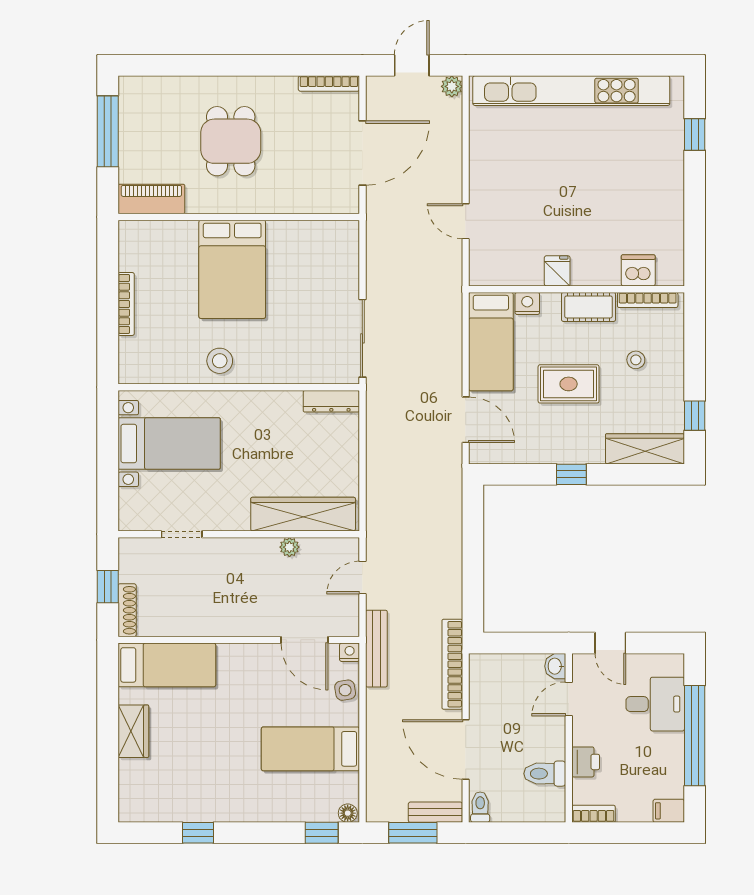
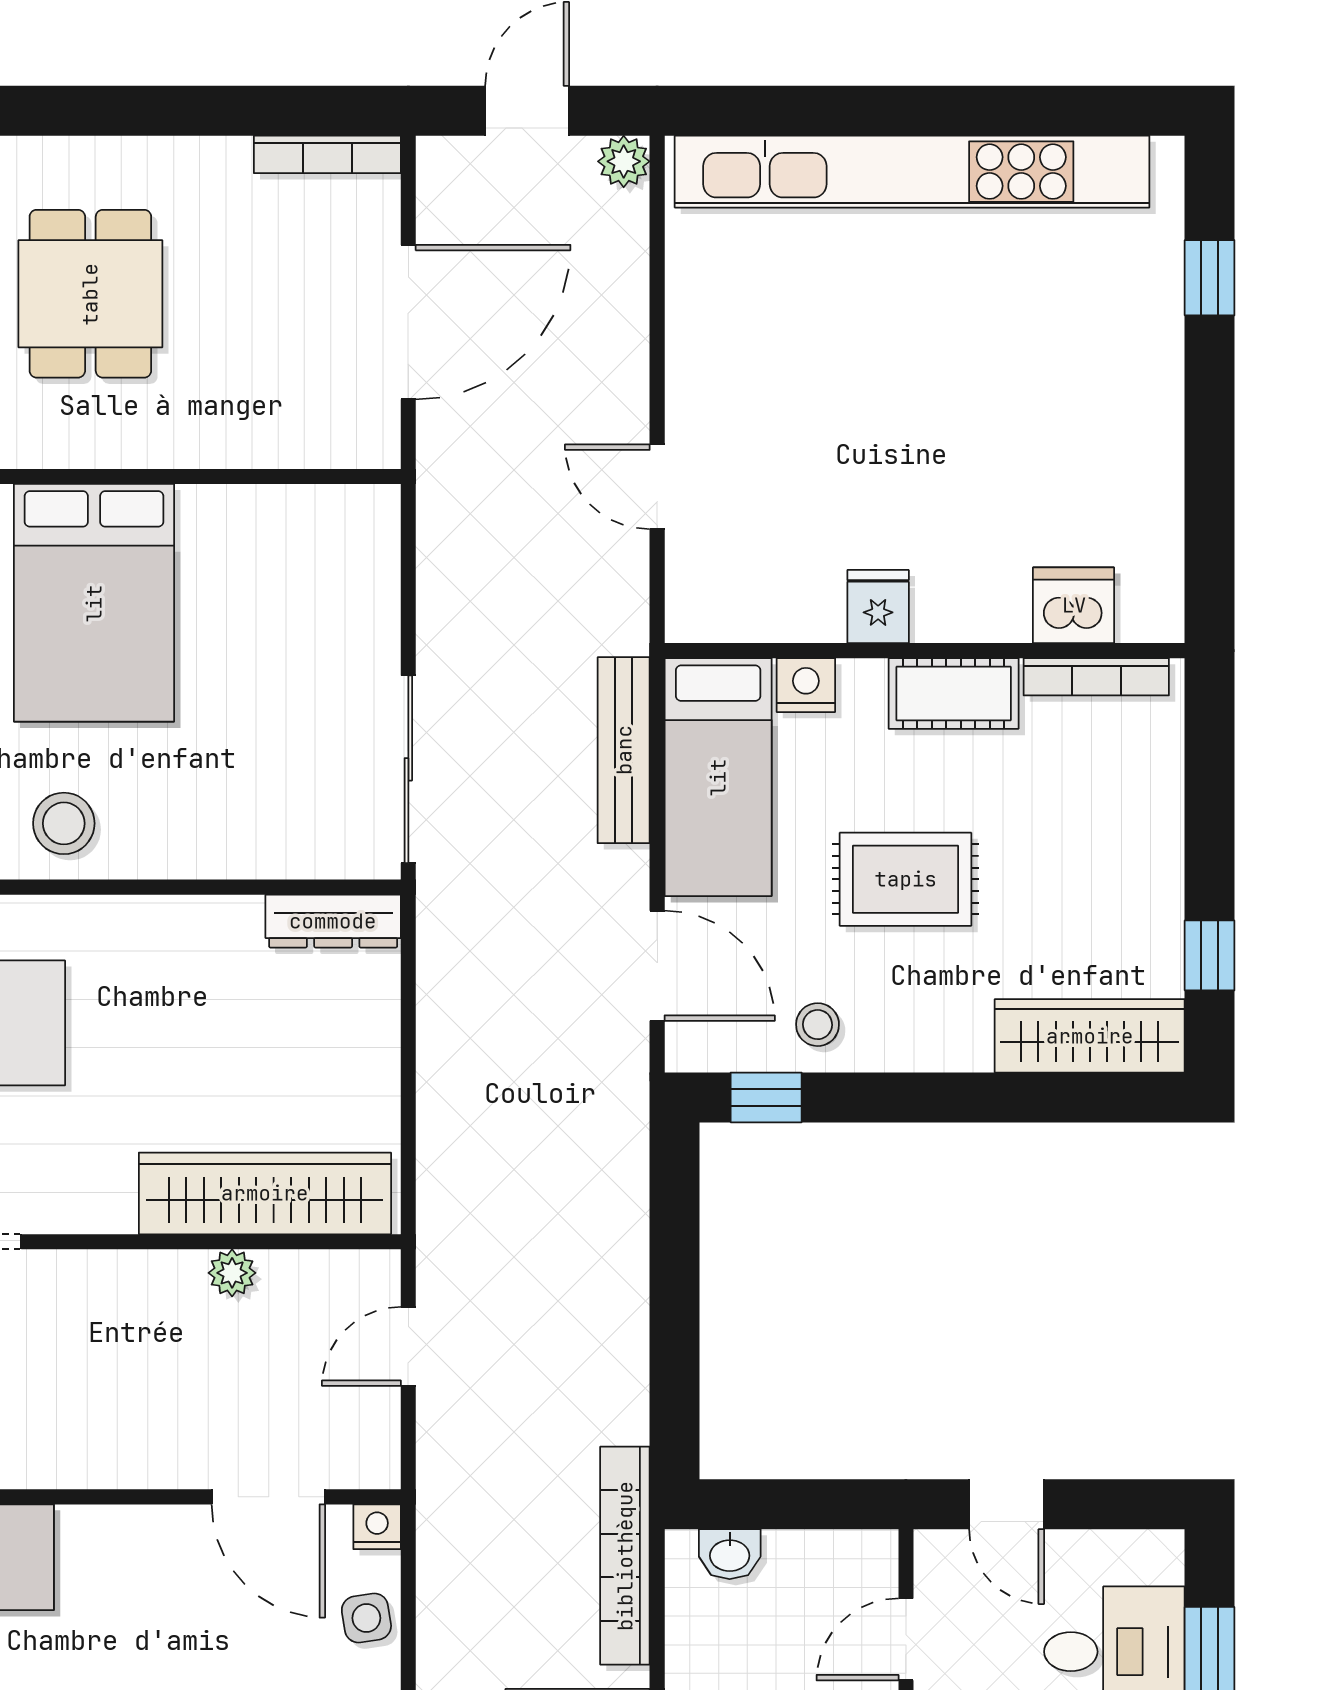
stool: (636, 360) -> (818, 1025), moved
window: (571, 474) -> (766, 1097), moved
bench: (376, 649) -> (624, 750), moved
washbasin: (555, 666) -> (730, 1554), moved, turned -90

